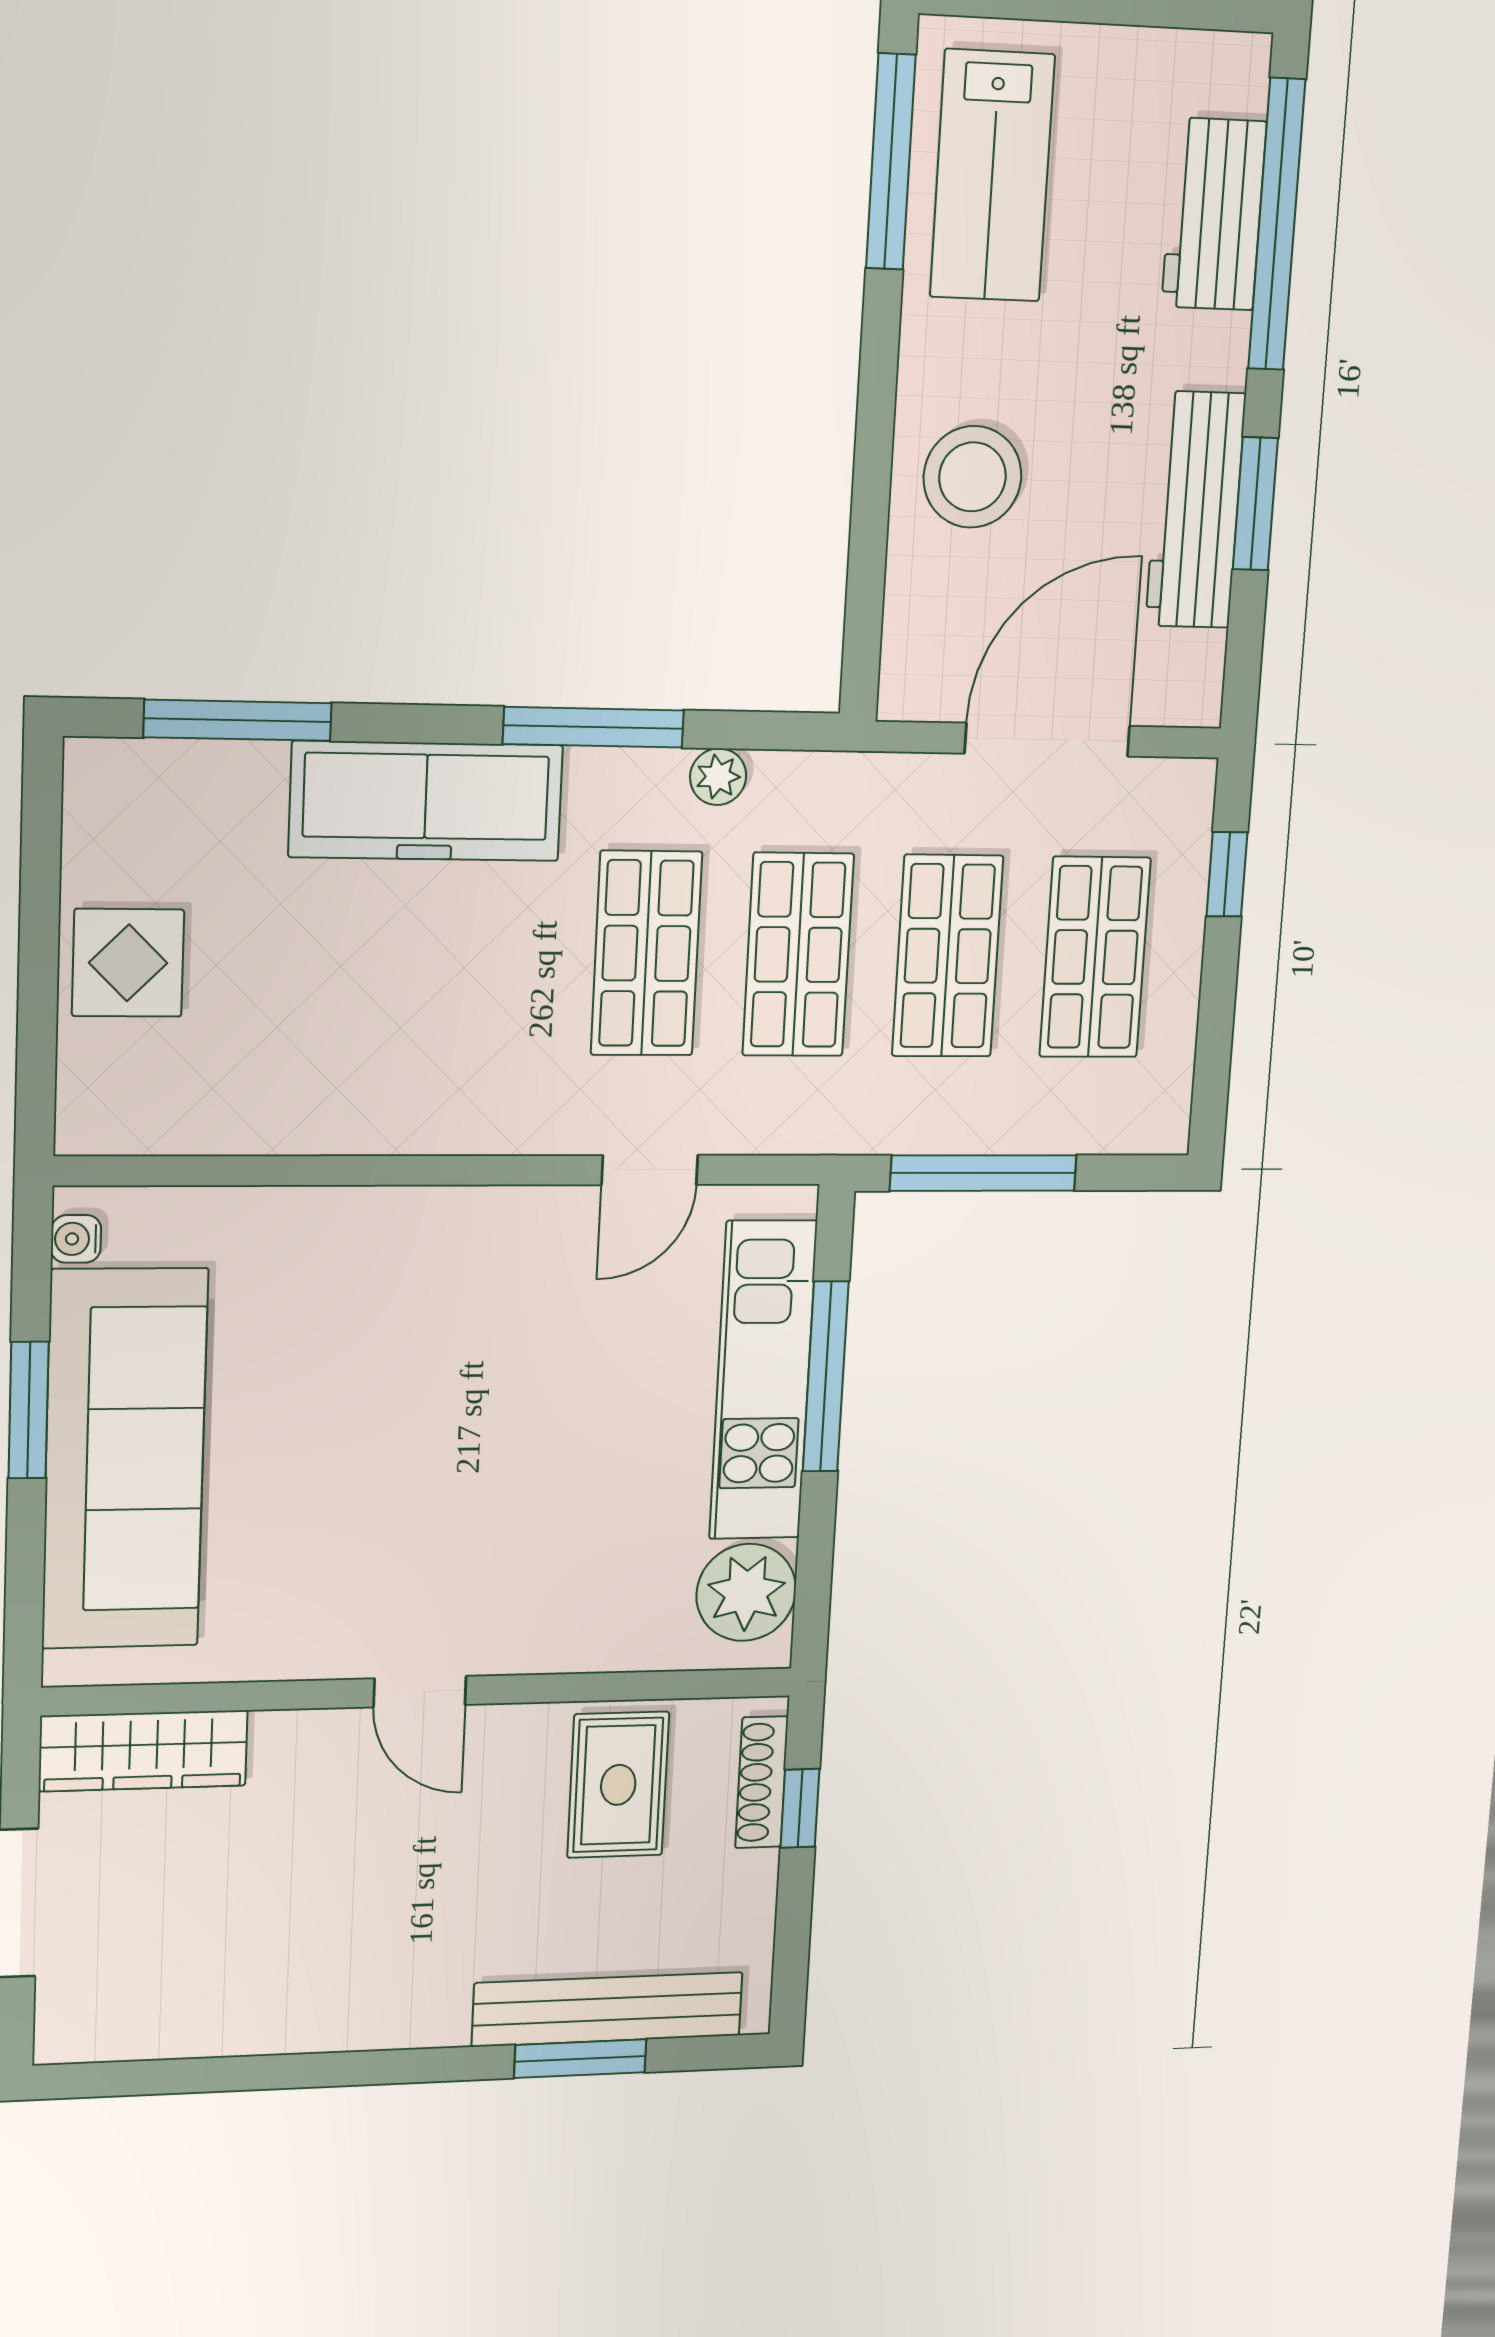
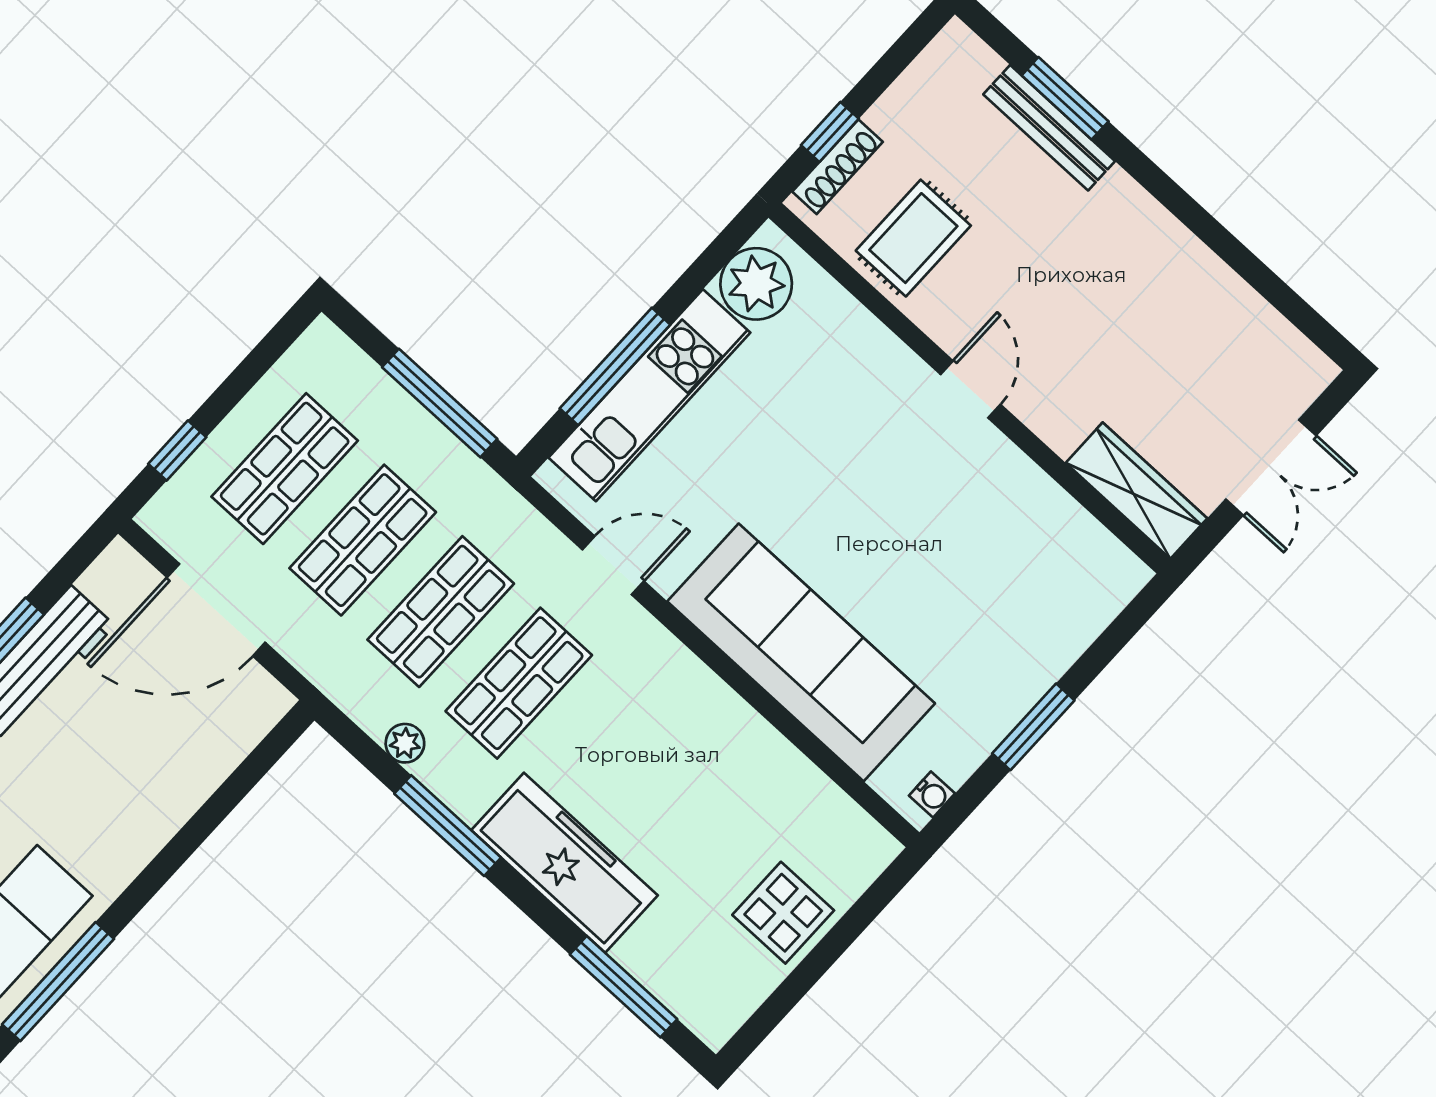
stool: (972, 477) -> (145, 784), removed
sofa: (125, 1459) -> (801, 652), moved, turned 90
bench: (608, 2009) -> (1049, 128), width x0.73, depth x0.82

